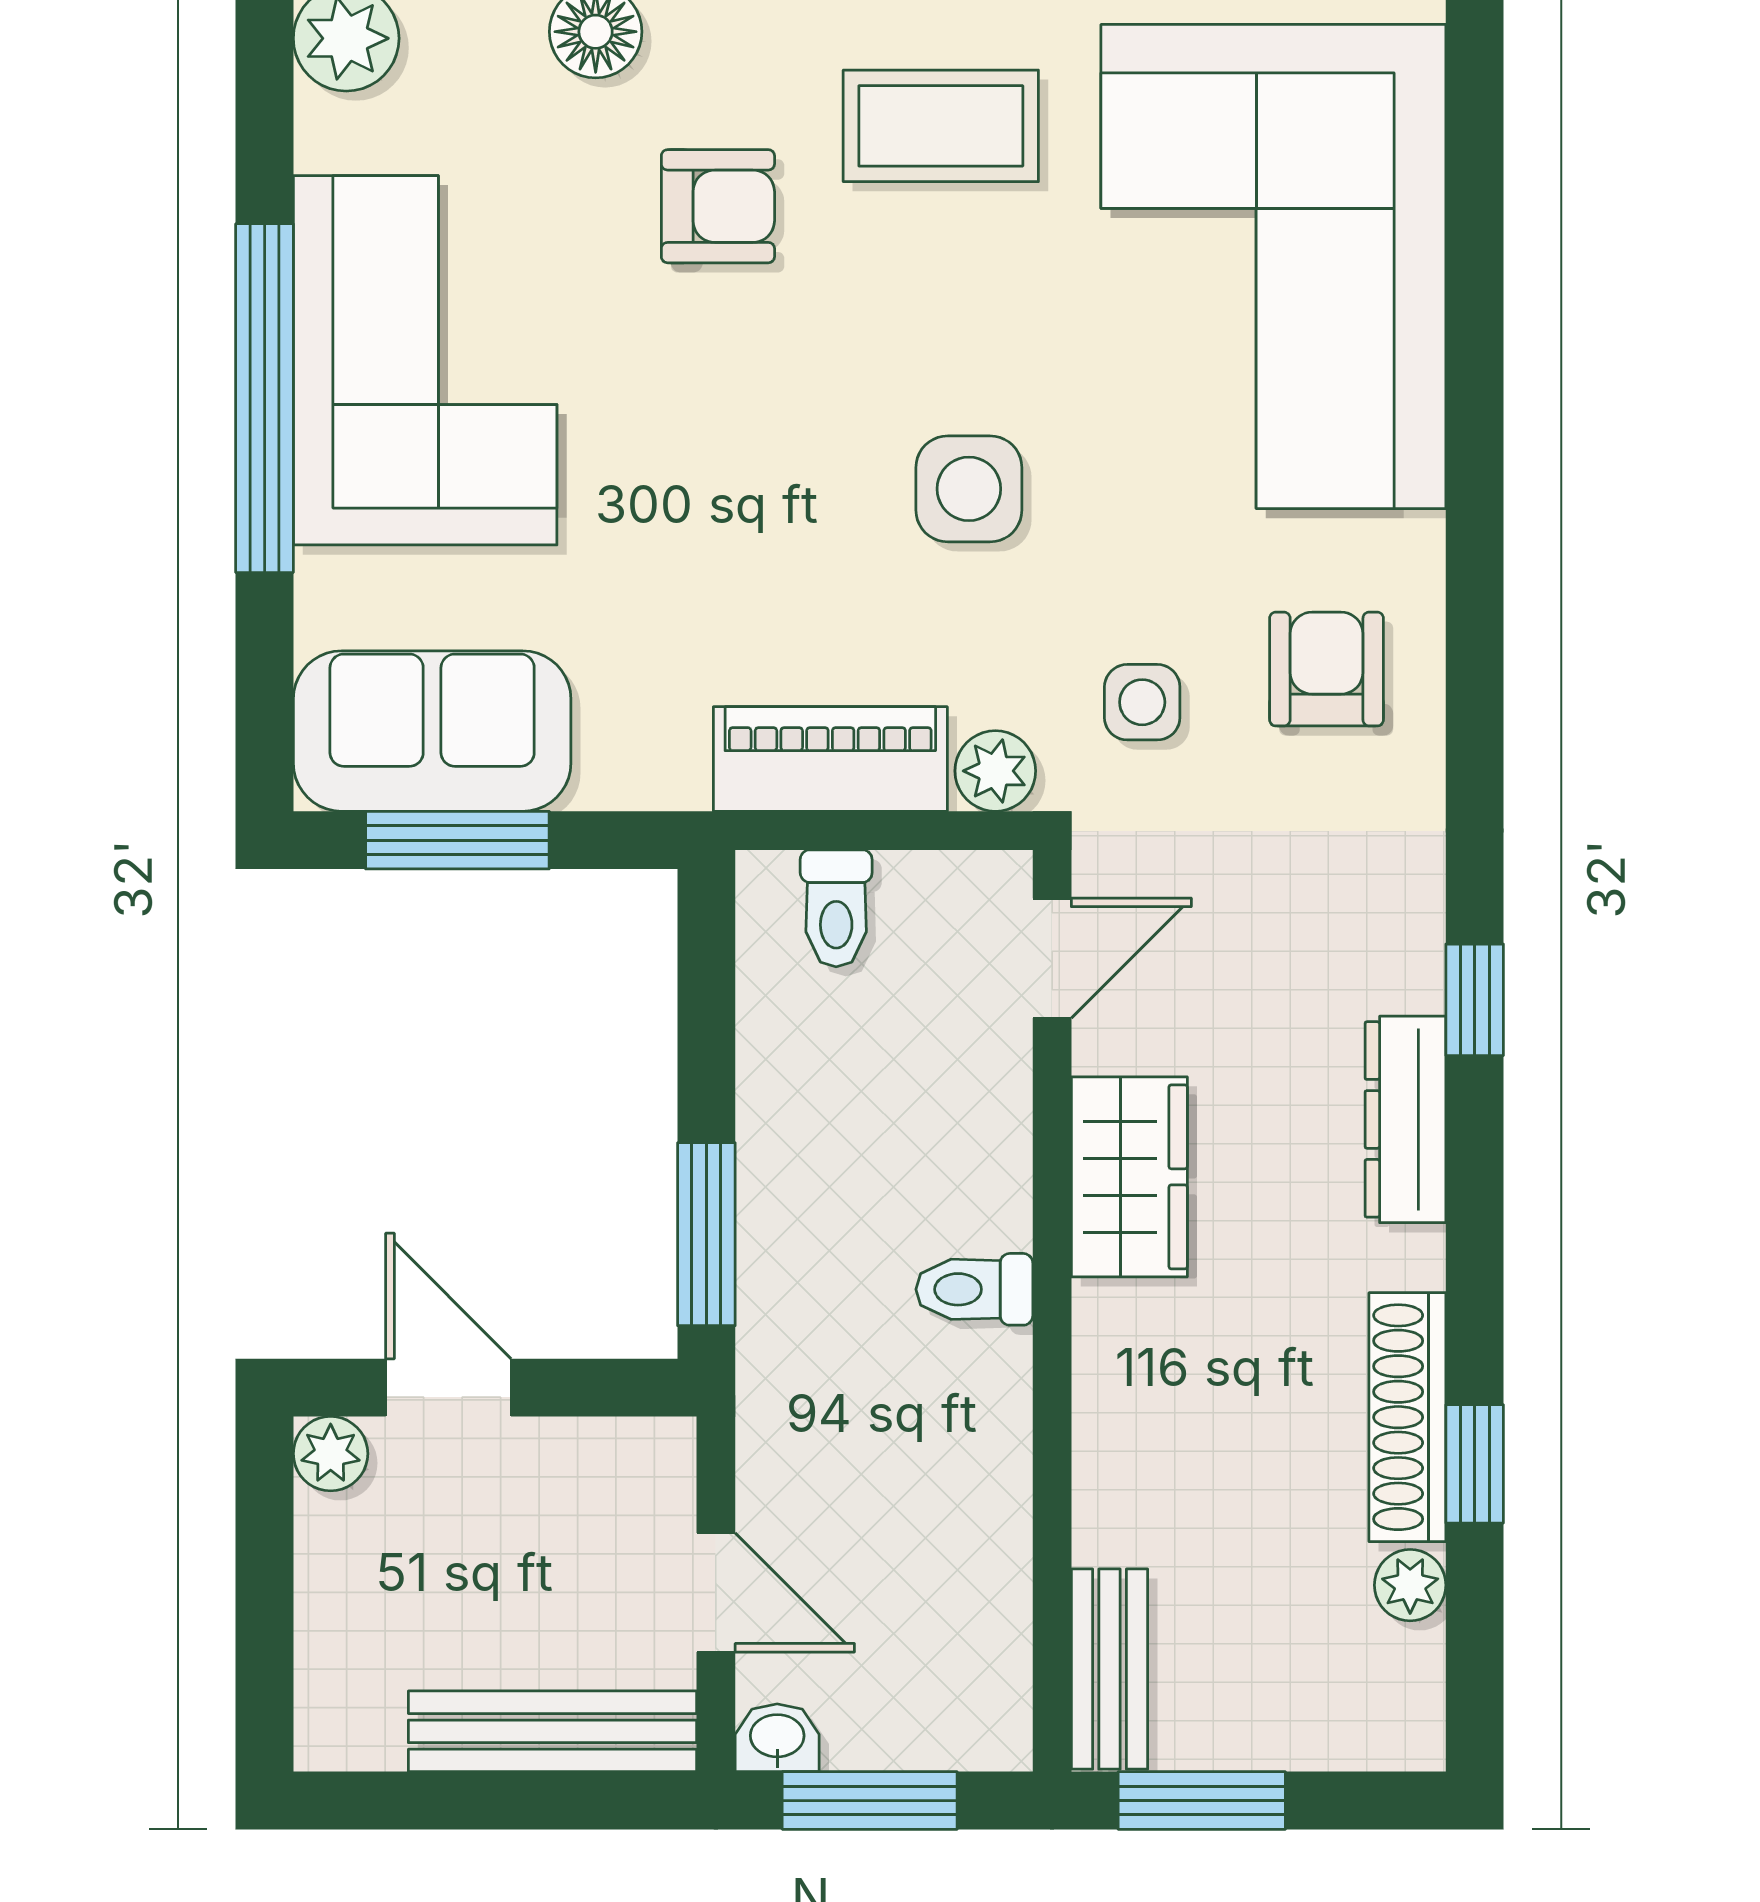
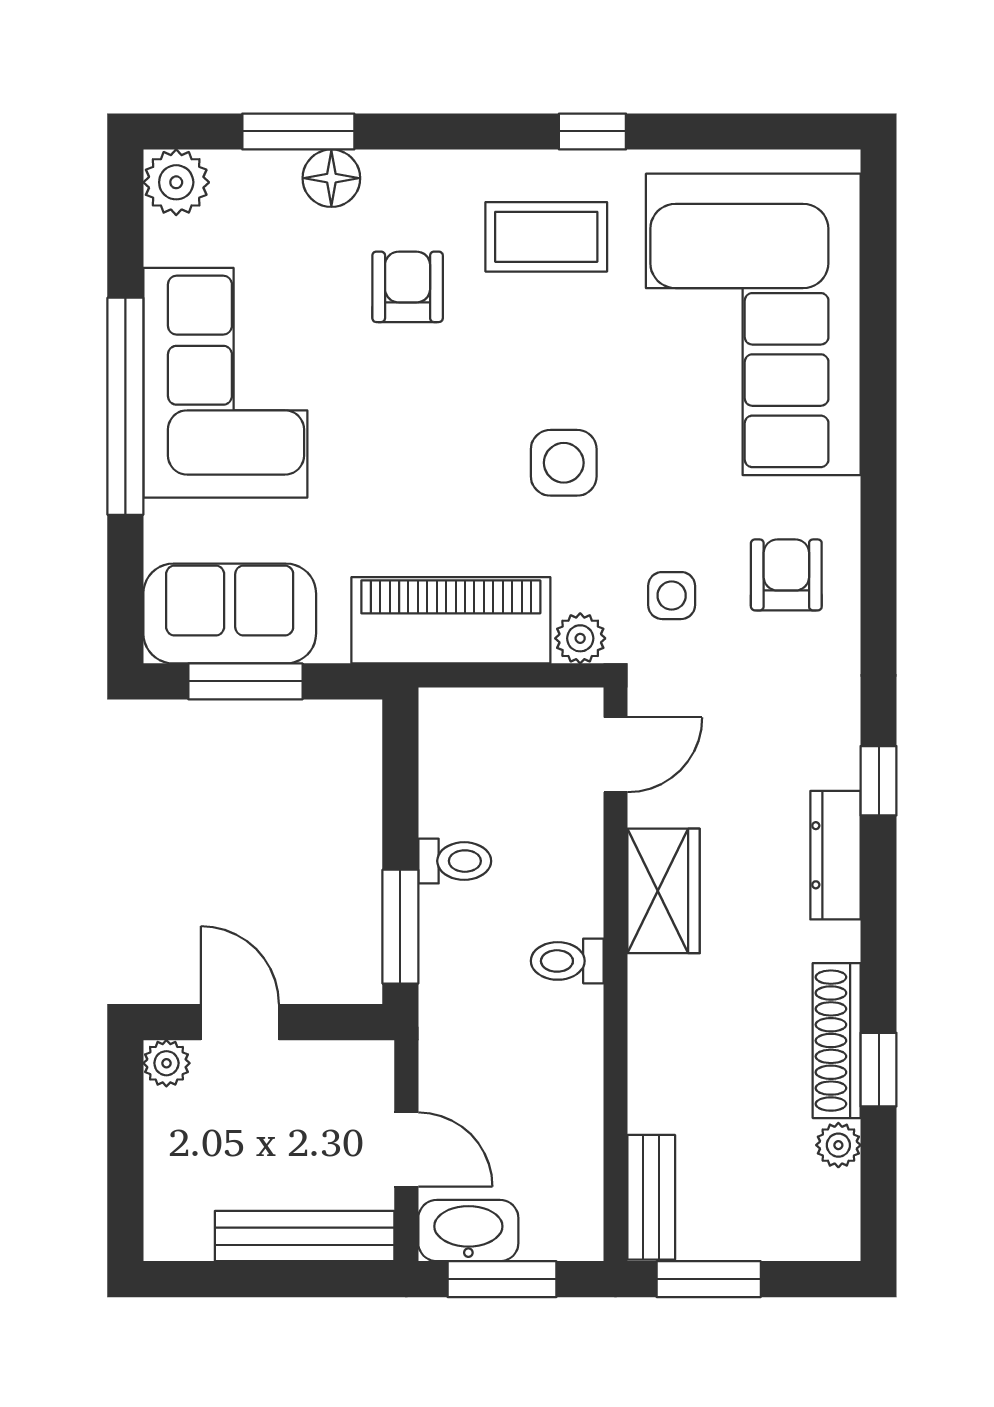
armchair: (718, 206) -> (408, 287), turned -90
piano: (830, 759) -> (451, 620), width x1.37, depth x1.33
toilet: (836, 908) -> (455, 861), moved, turned -90
washbasin: (777, 1738) -> (468, 1231), width x1.91, depth x1.45

